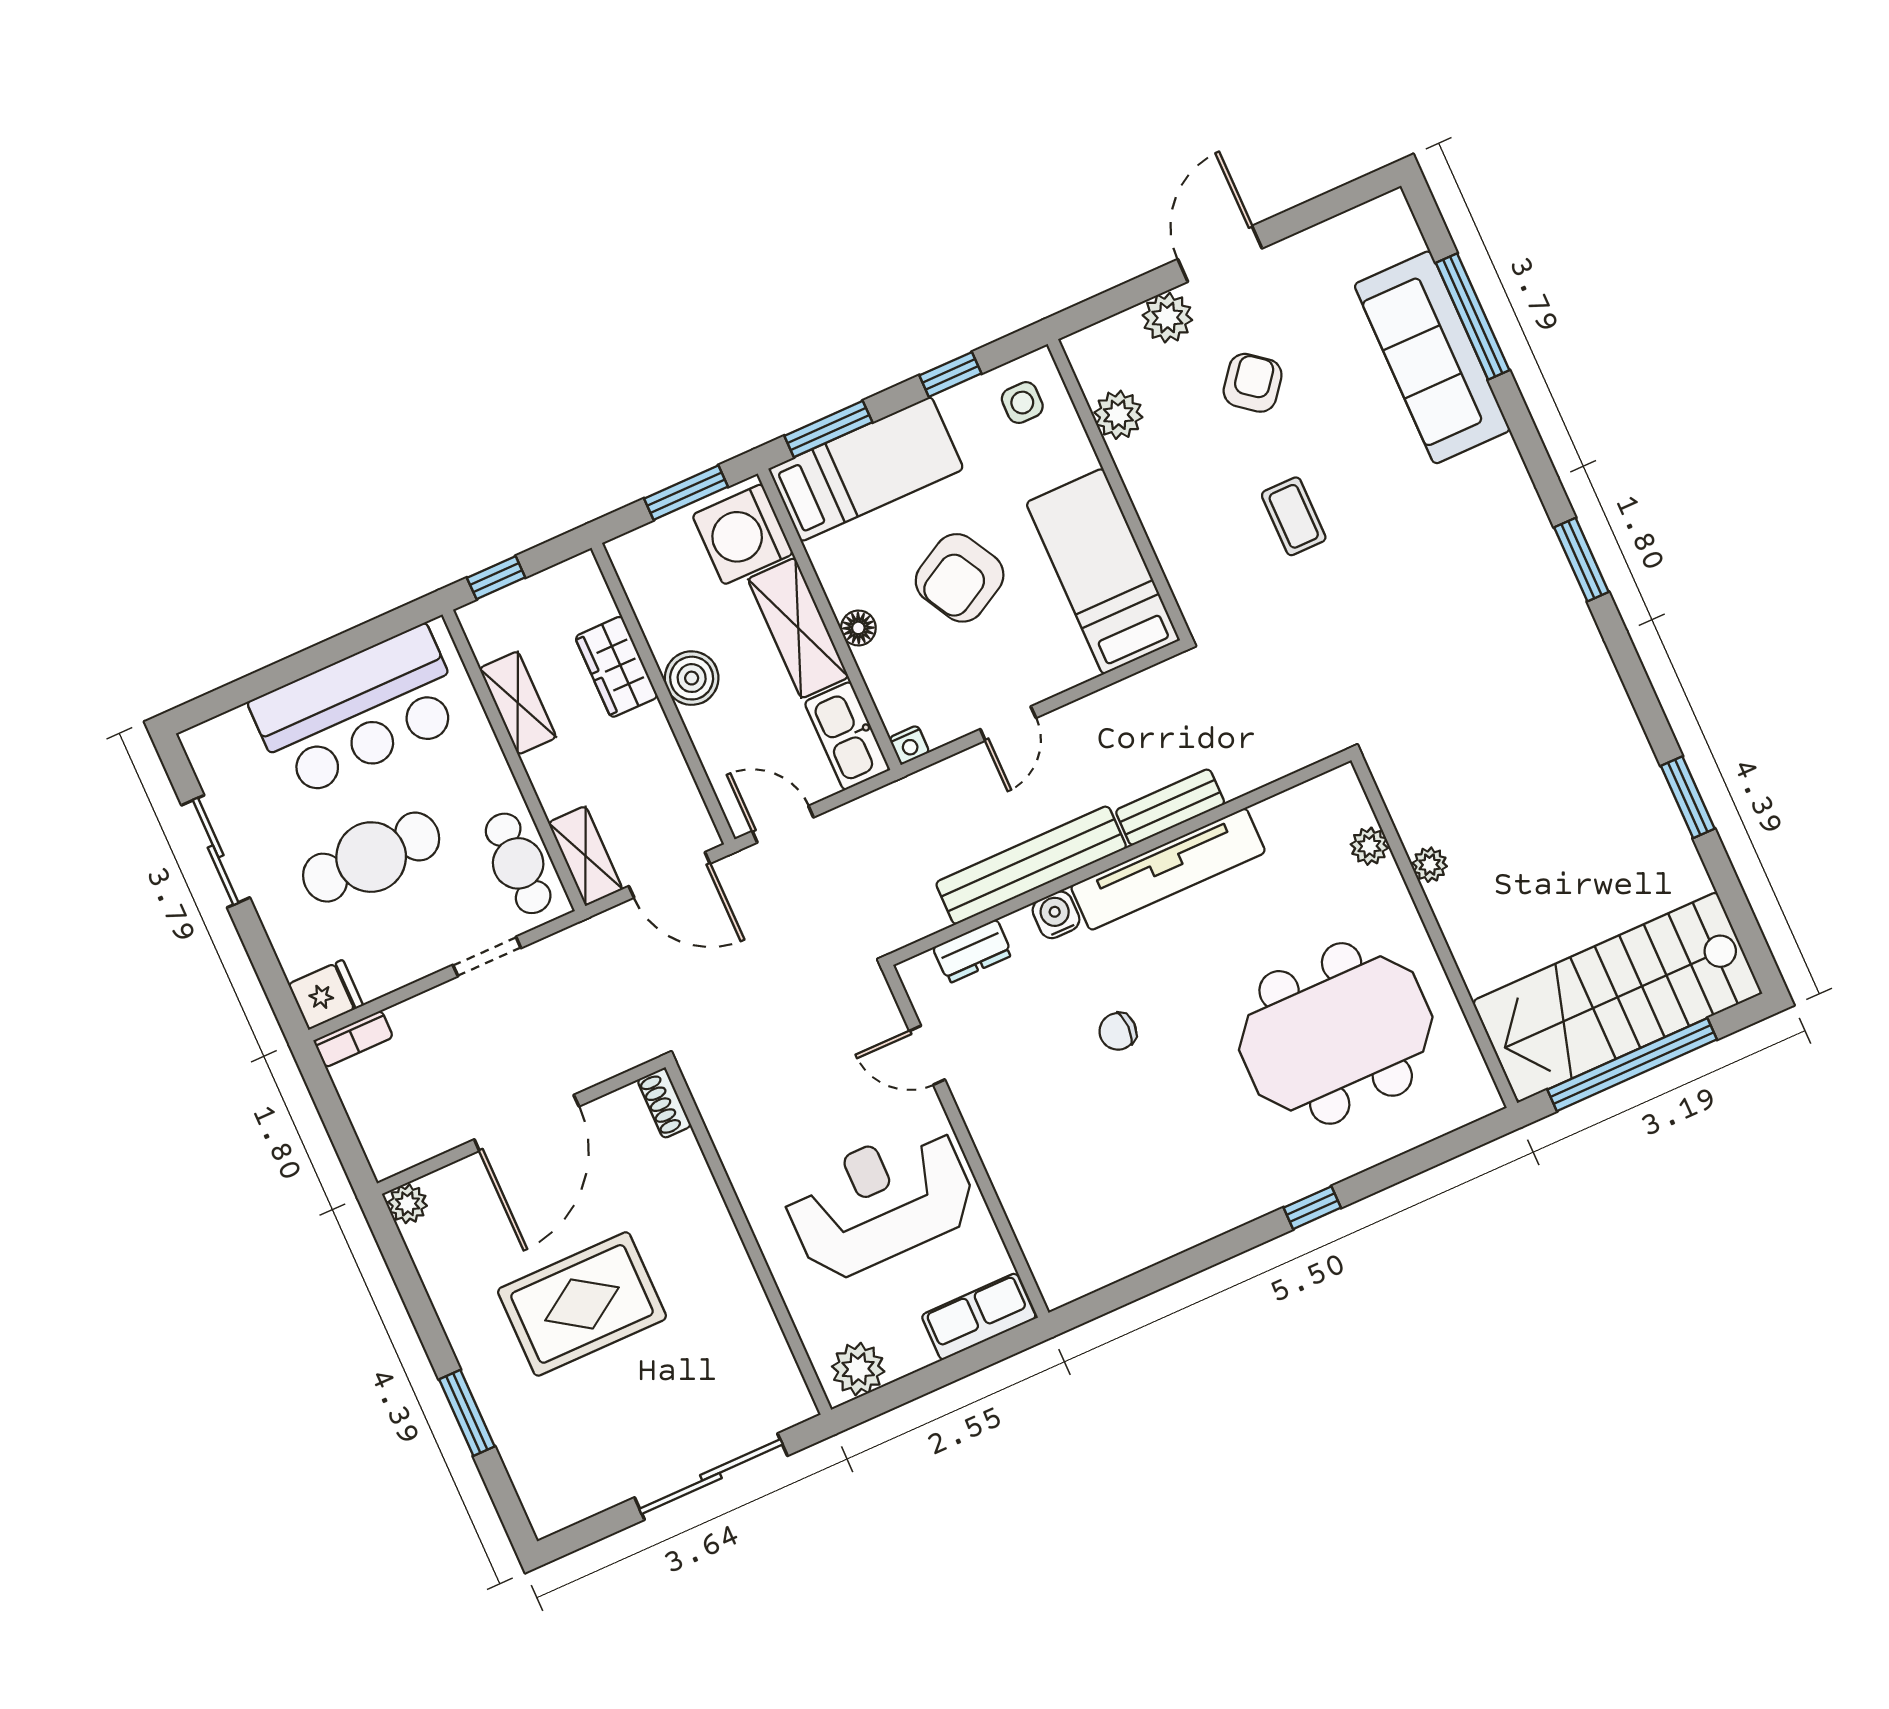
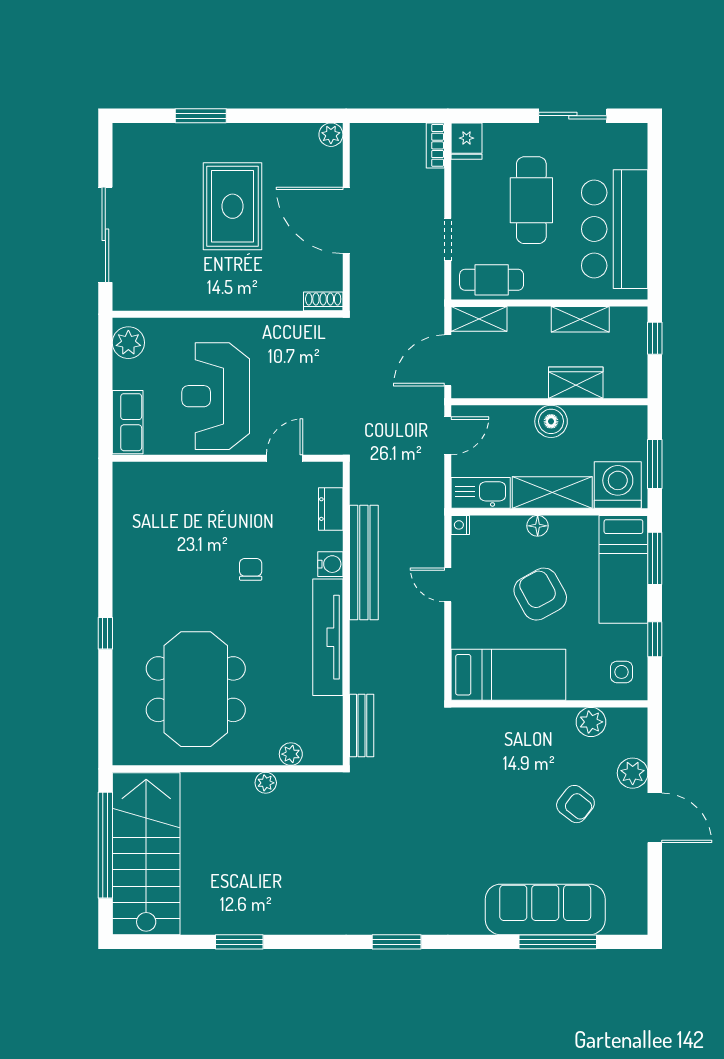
coffee table: (1294, 516) -> (492, 794), removed
bench: (1170, 807) -> (362, 725), moved
reception desk: (880, 1201) -> (216, 396), turned 180

